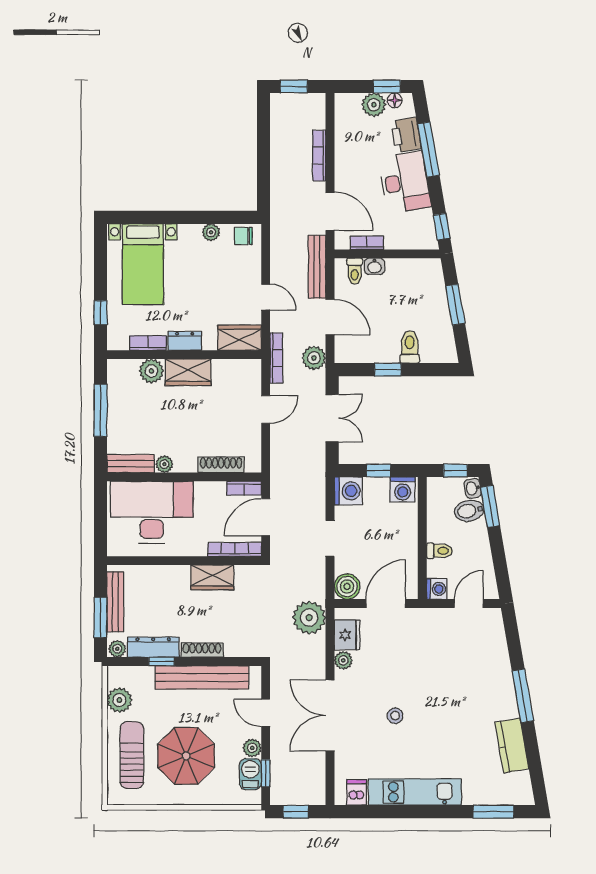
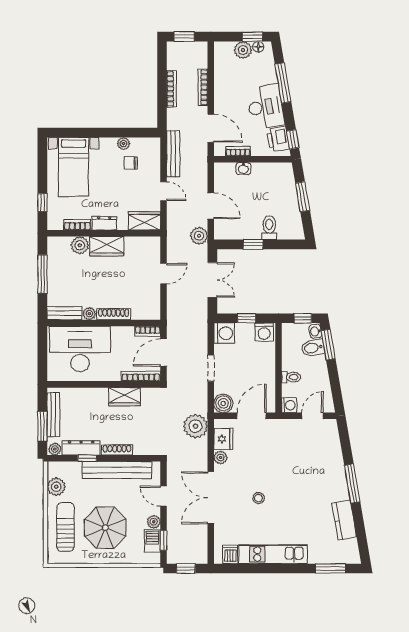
printer: (406, 135) -> (278, 139), moved
chair: (243, 236) -> (131, 163), moved
bench: (317, 267) -> (173, 154), moved
toilet: (355, 271) -> (229, 172), removed
bookcase: (276, 358) -> (171, 89), moved
shoe rack: (221, 465) -> (114, 314), moved

